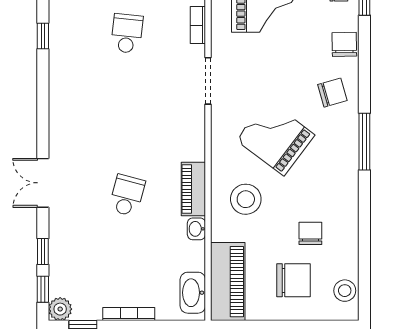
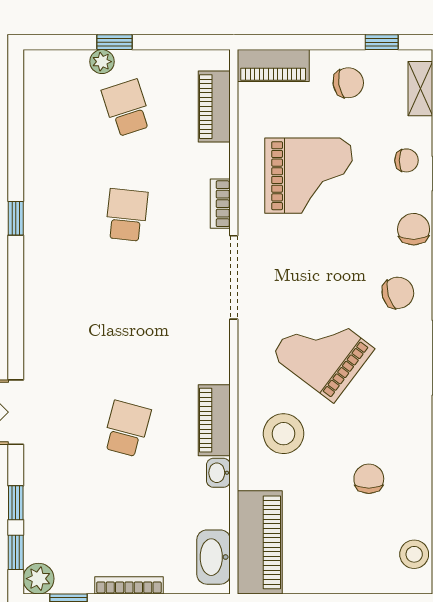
doorway: (208, 81) -> (234, 277), width x1.36
chair: (293, 280) -> (346, 541), removed

